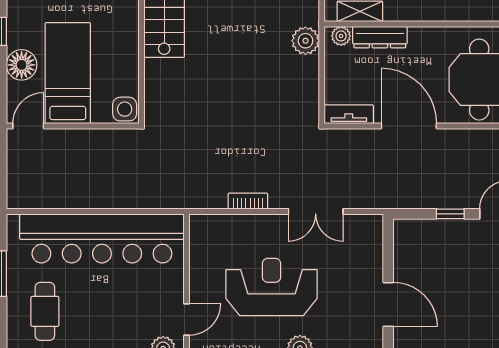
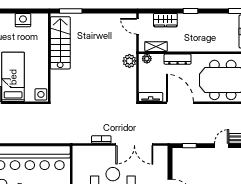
dresser: (380, 37) -> (178, 59), moved
double door: (316, 211) -> (134, 144), width x1.37
window: (450, 214) -> (189, 146), moved

